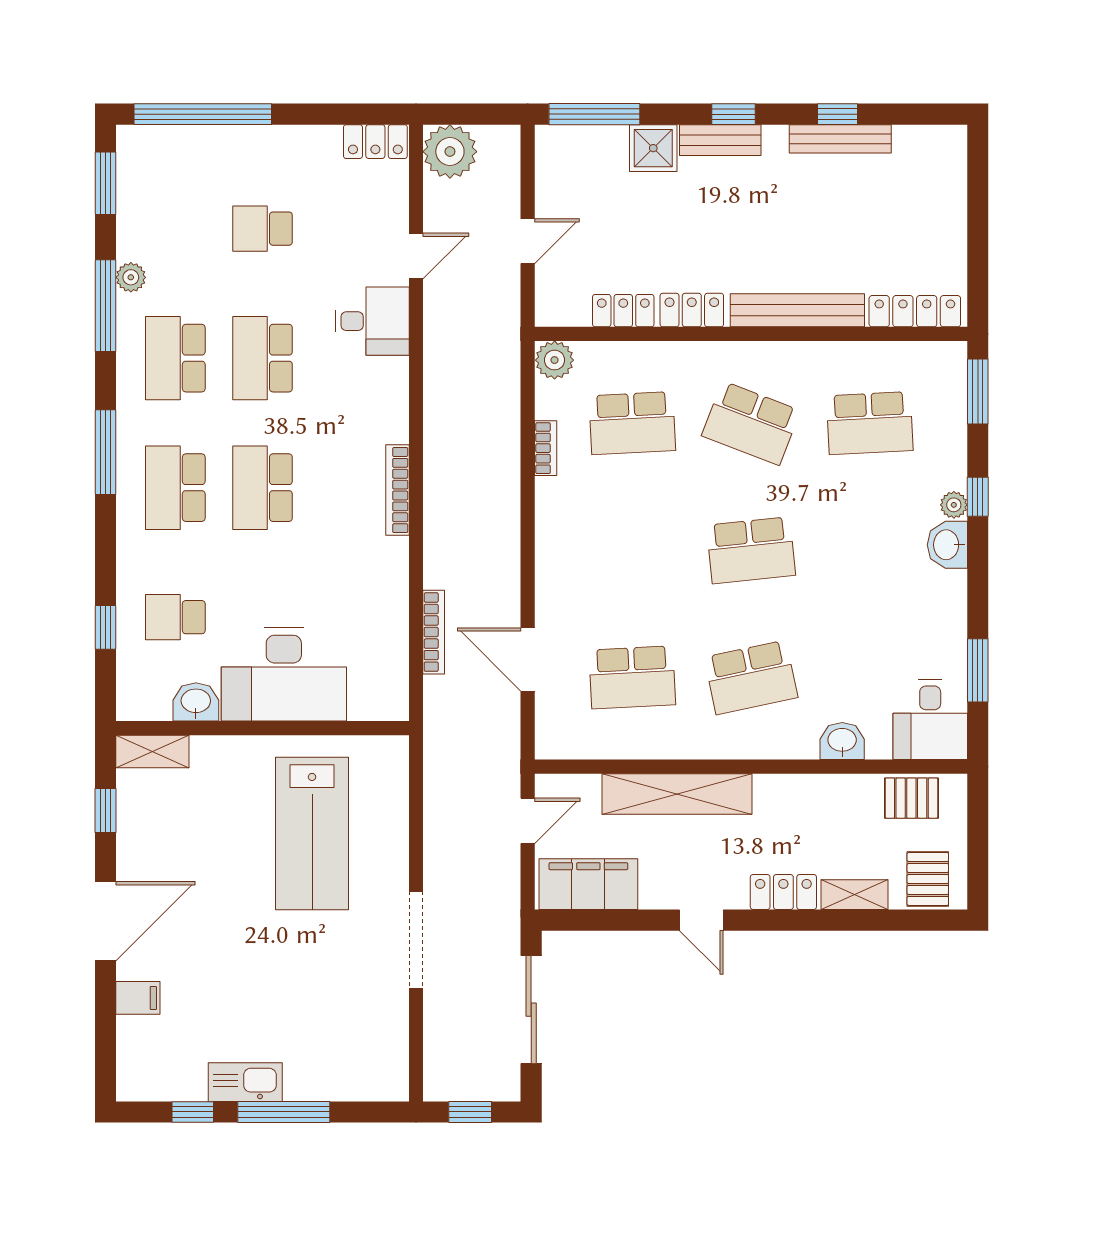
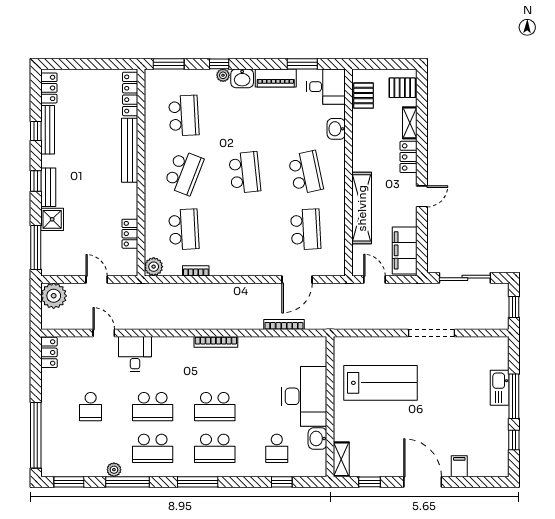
plant: (450, 152) -> (54, 296), moved
locker: (692, 310) -> (49, 88), moved, turned 180
piano: (948, 615) -> (276, 78), added
kitchen sink: (245, 1082) -> (500, 388), moved

